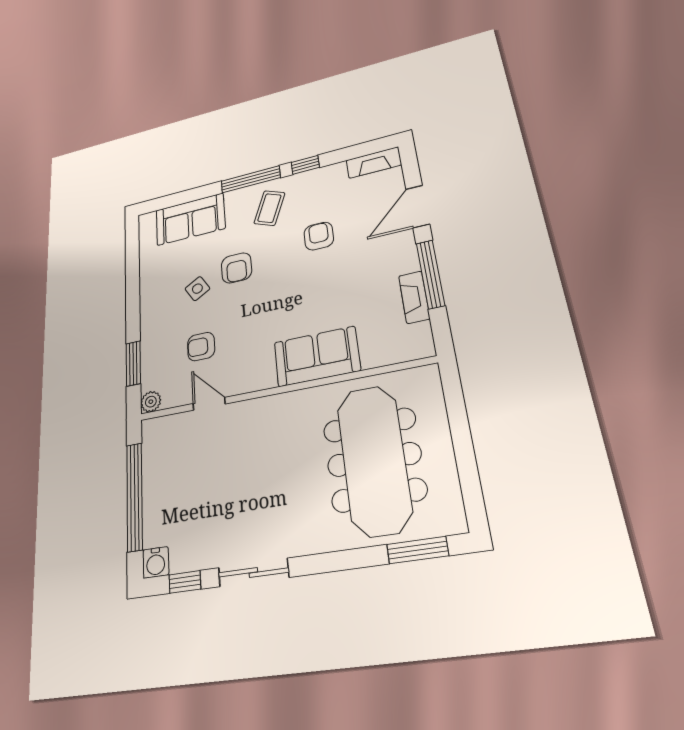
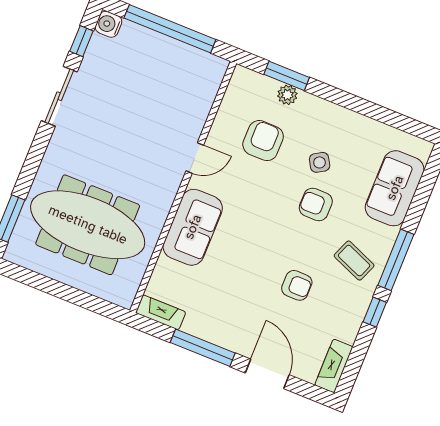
fireplace: (414, 297) -> (161, 312), moved
armchair: (201, 347) -> (263, 141), width x1.38, depth x1.38
plant: (151, 402) -> (287, 95), moved
door: (209, 404) -> (195, 158), moved

